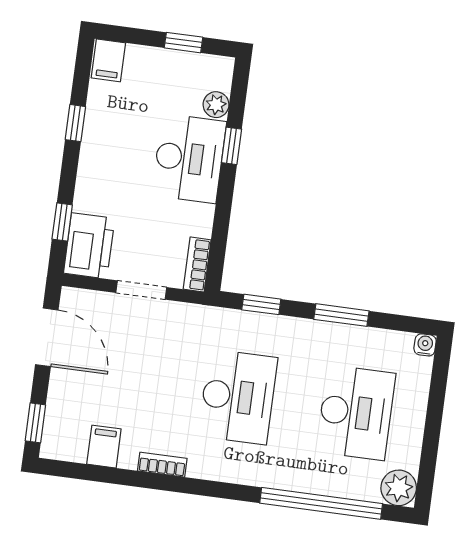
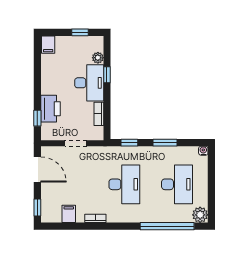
window: (75, 123) -> (37, 74), removed
printer: (89, 246) -> (51, 109), moved
bookcase: (197, 265) -> (99, 114), moved

